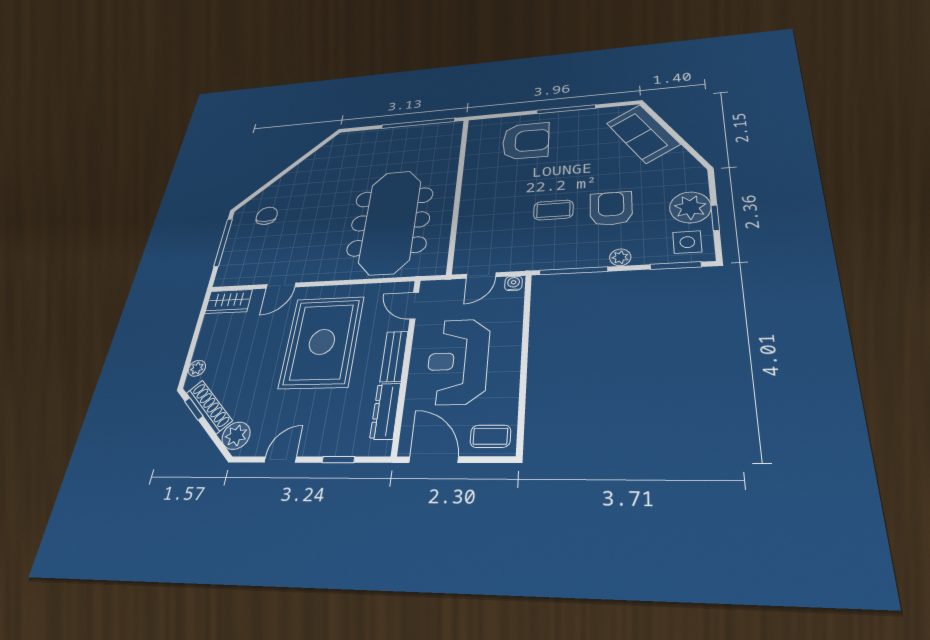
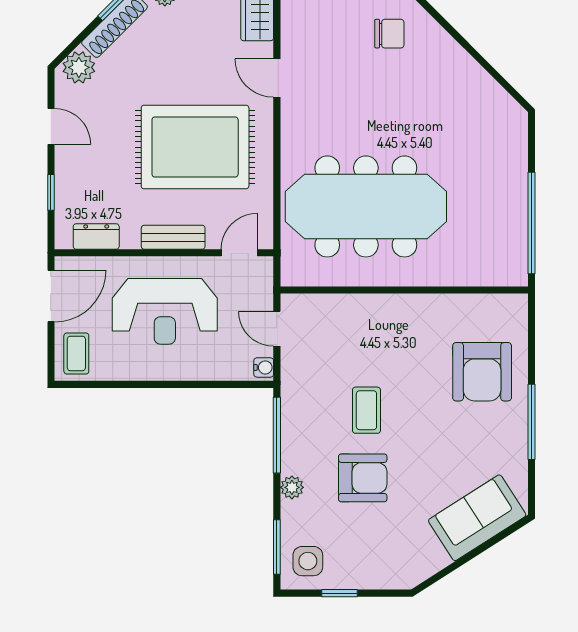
plant: (690, 207) -> (357, 567), removed
reception desk: (458, 361) -> (165, 311), turned 180
dresser: (385, 411) -> (96, 237), width x0.70

